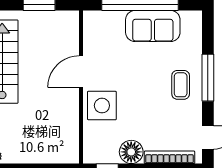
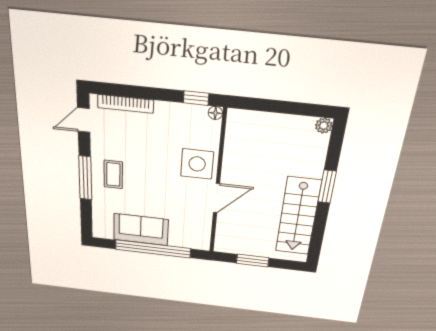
floor lamp: (131, 152) -> (215, 113), moved, width x0.53, depth x0.53

